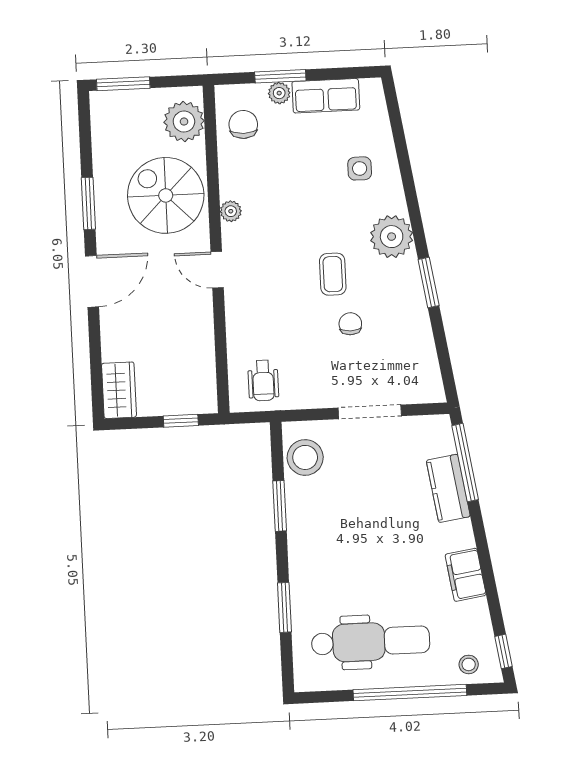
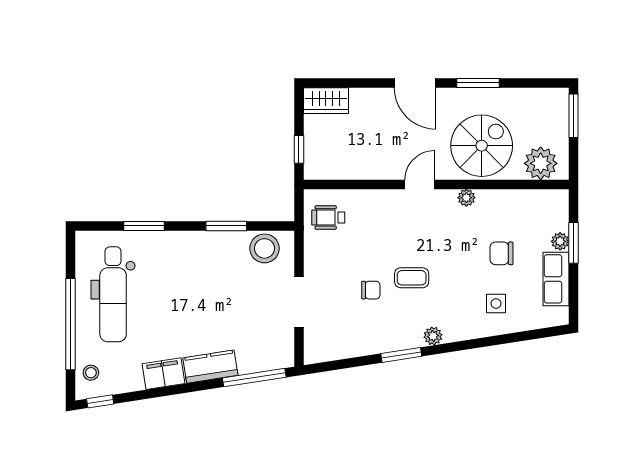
chair: (243, 124) -> (502, 253), moved, turned 180
plant: (392, 237) -> (433, 336), width x0.53, depth x0.53
kitchen counter: (448, 488) -> (210, 367), moved

